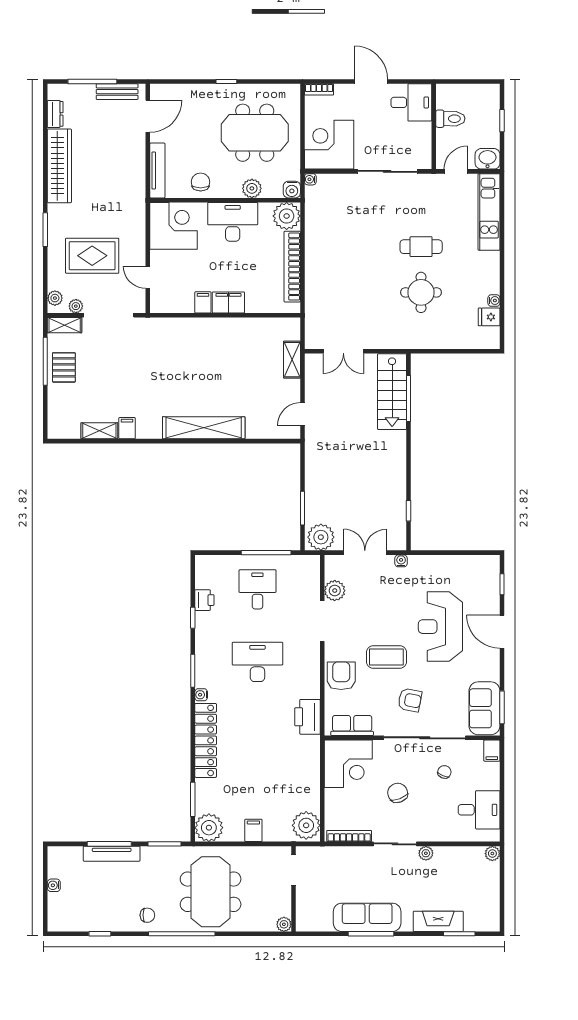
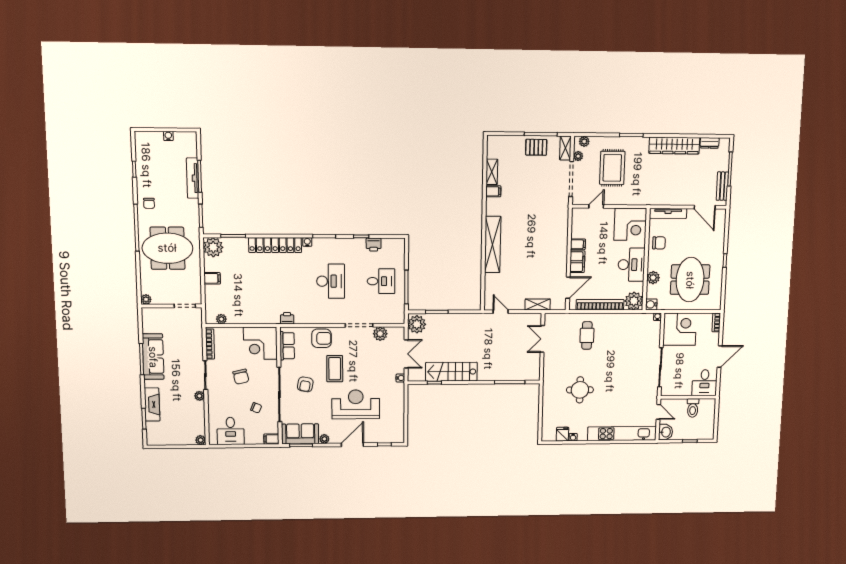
kitchen unit: (489, 212) -> (622, 433), width x1.36
cafe table: (421, 247) -> (587, 335), moved
door: (267, 315) -> (568, 288), added
stairs: (392, 392) -> (451, 372), moved
plant: (493, 673) -> (324, 439), added
printer: (307, 717) -> (287, 318), width x0.53, depth x0.68
chair: (398, 793) -> (241, 377), turned 98
plant: (306, 825) -> (221, 319), width x0.53, depth x0.53

